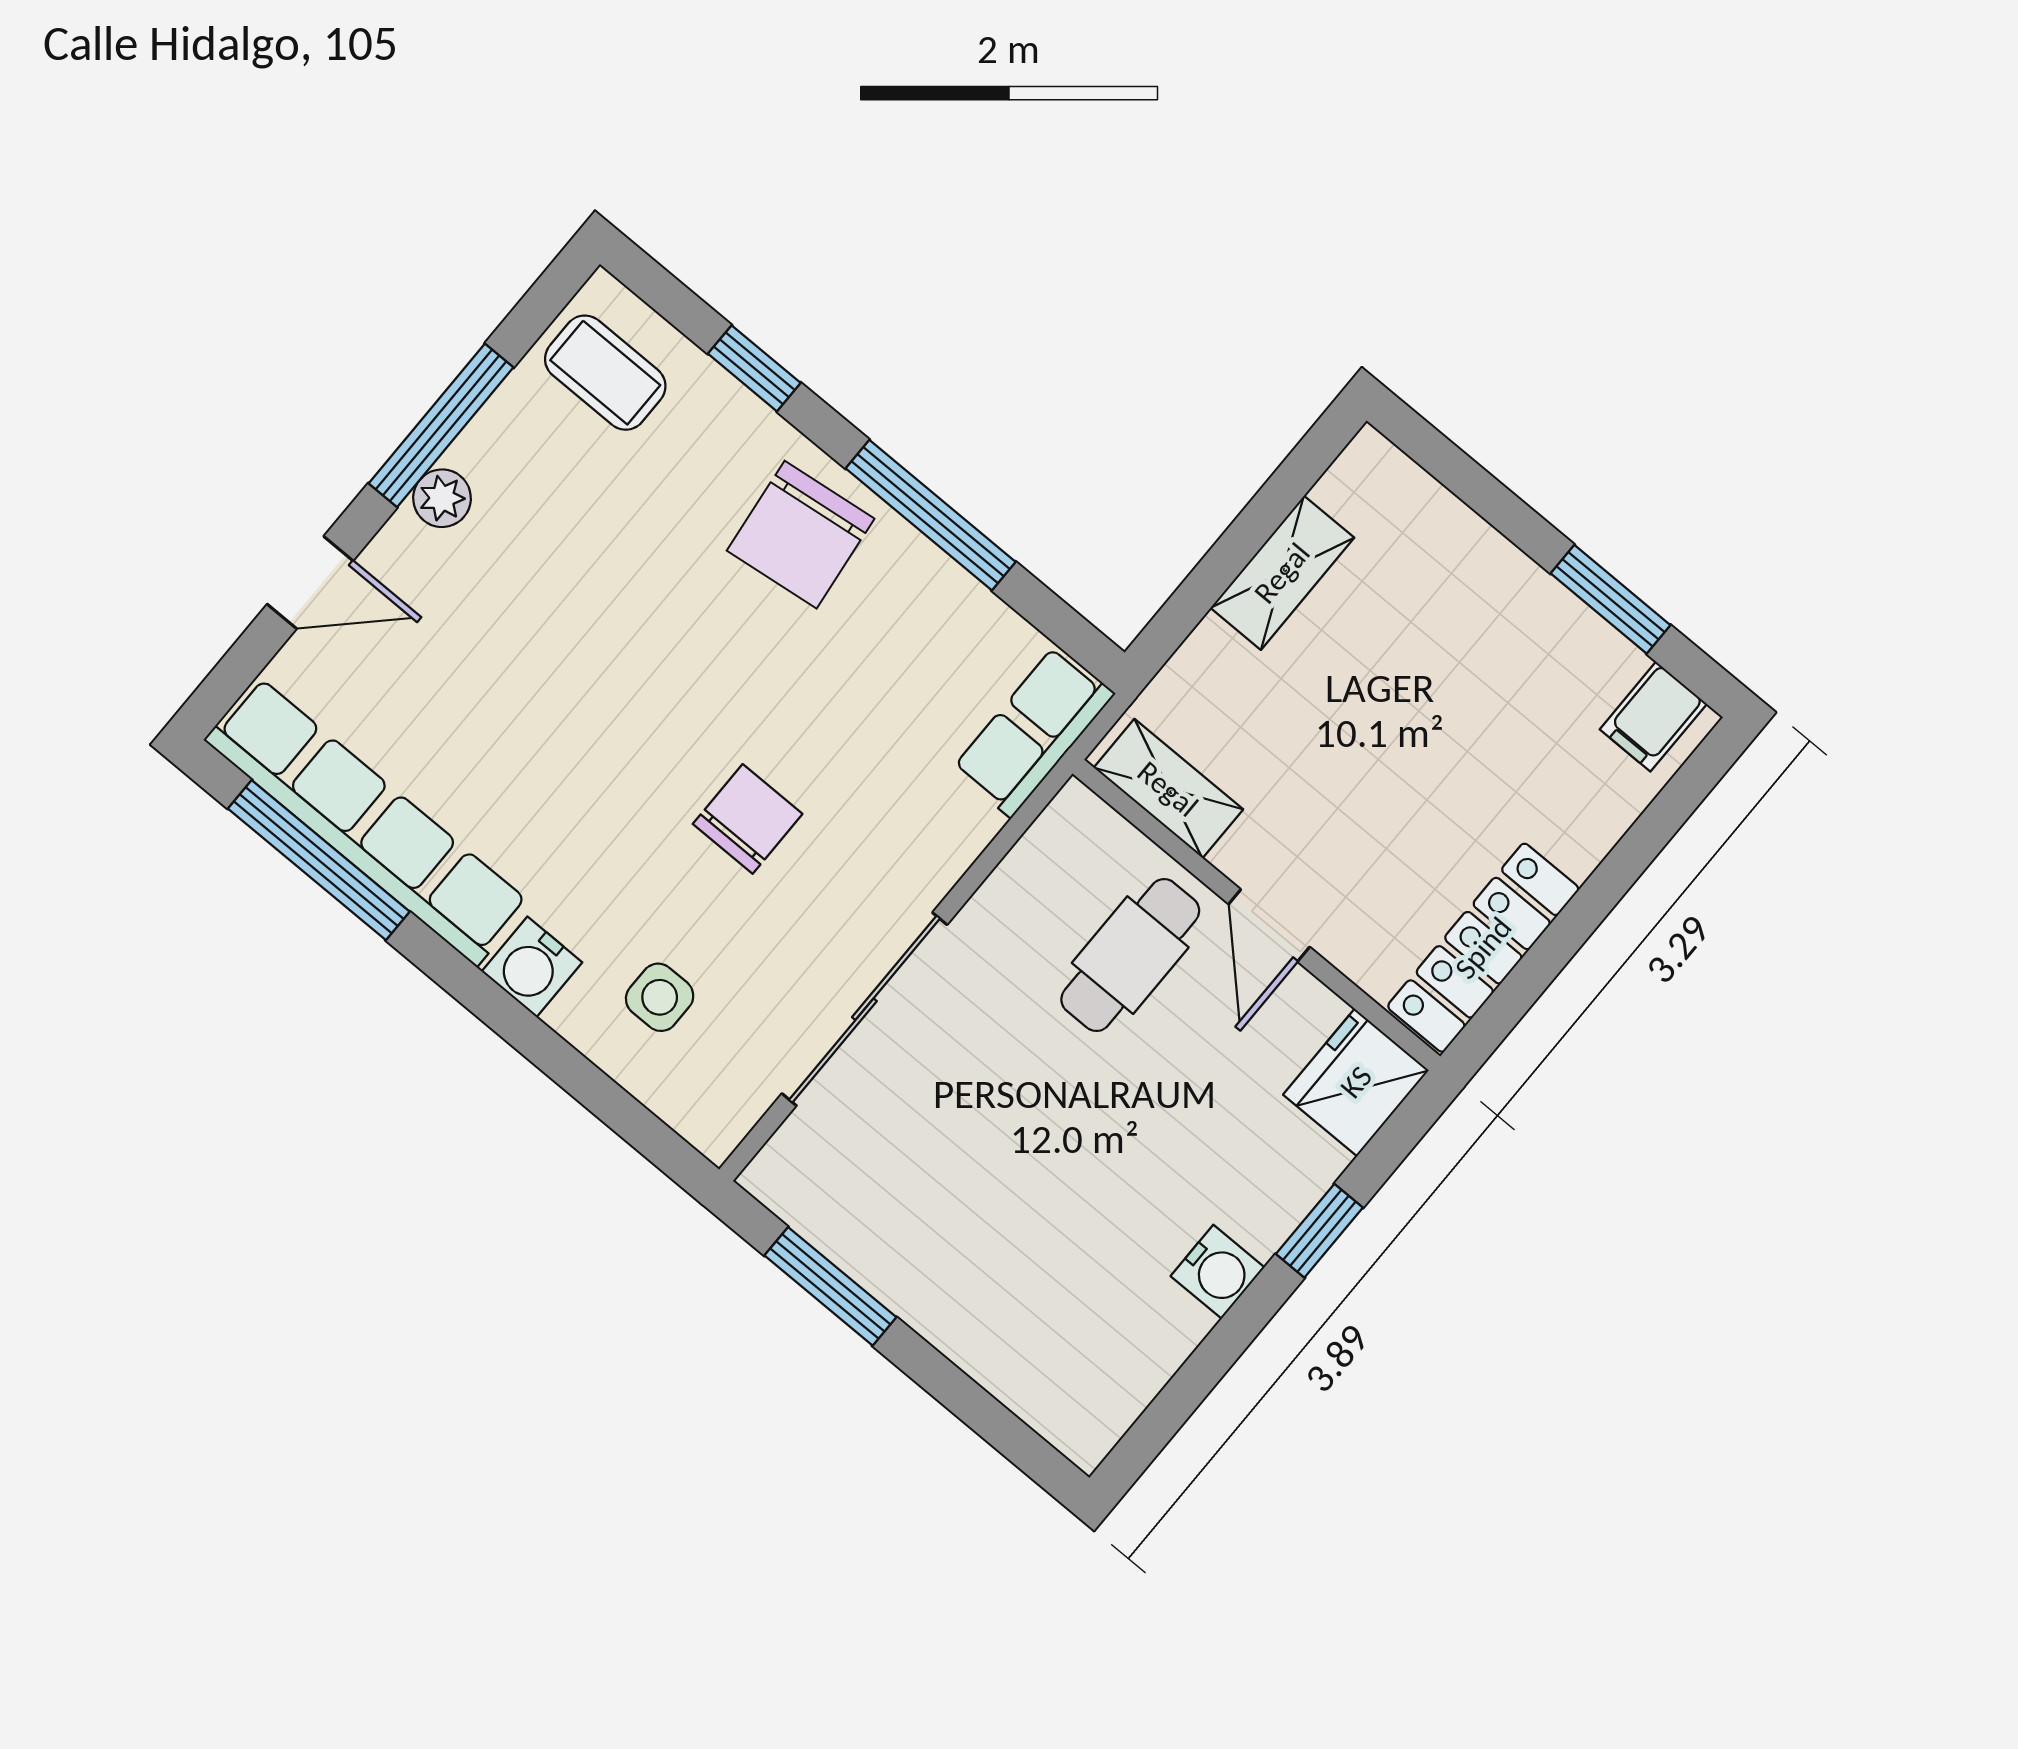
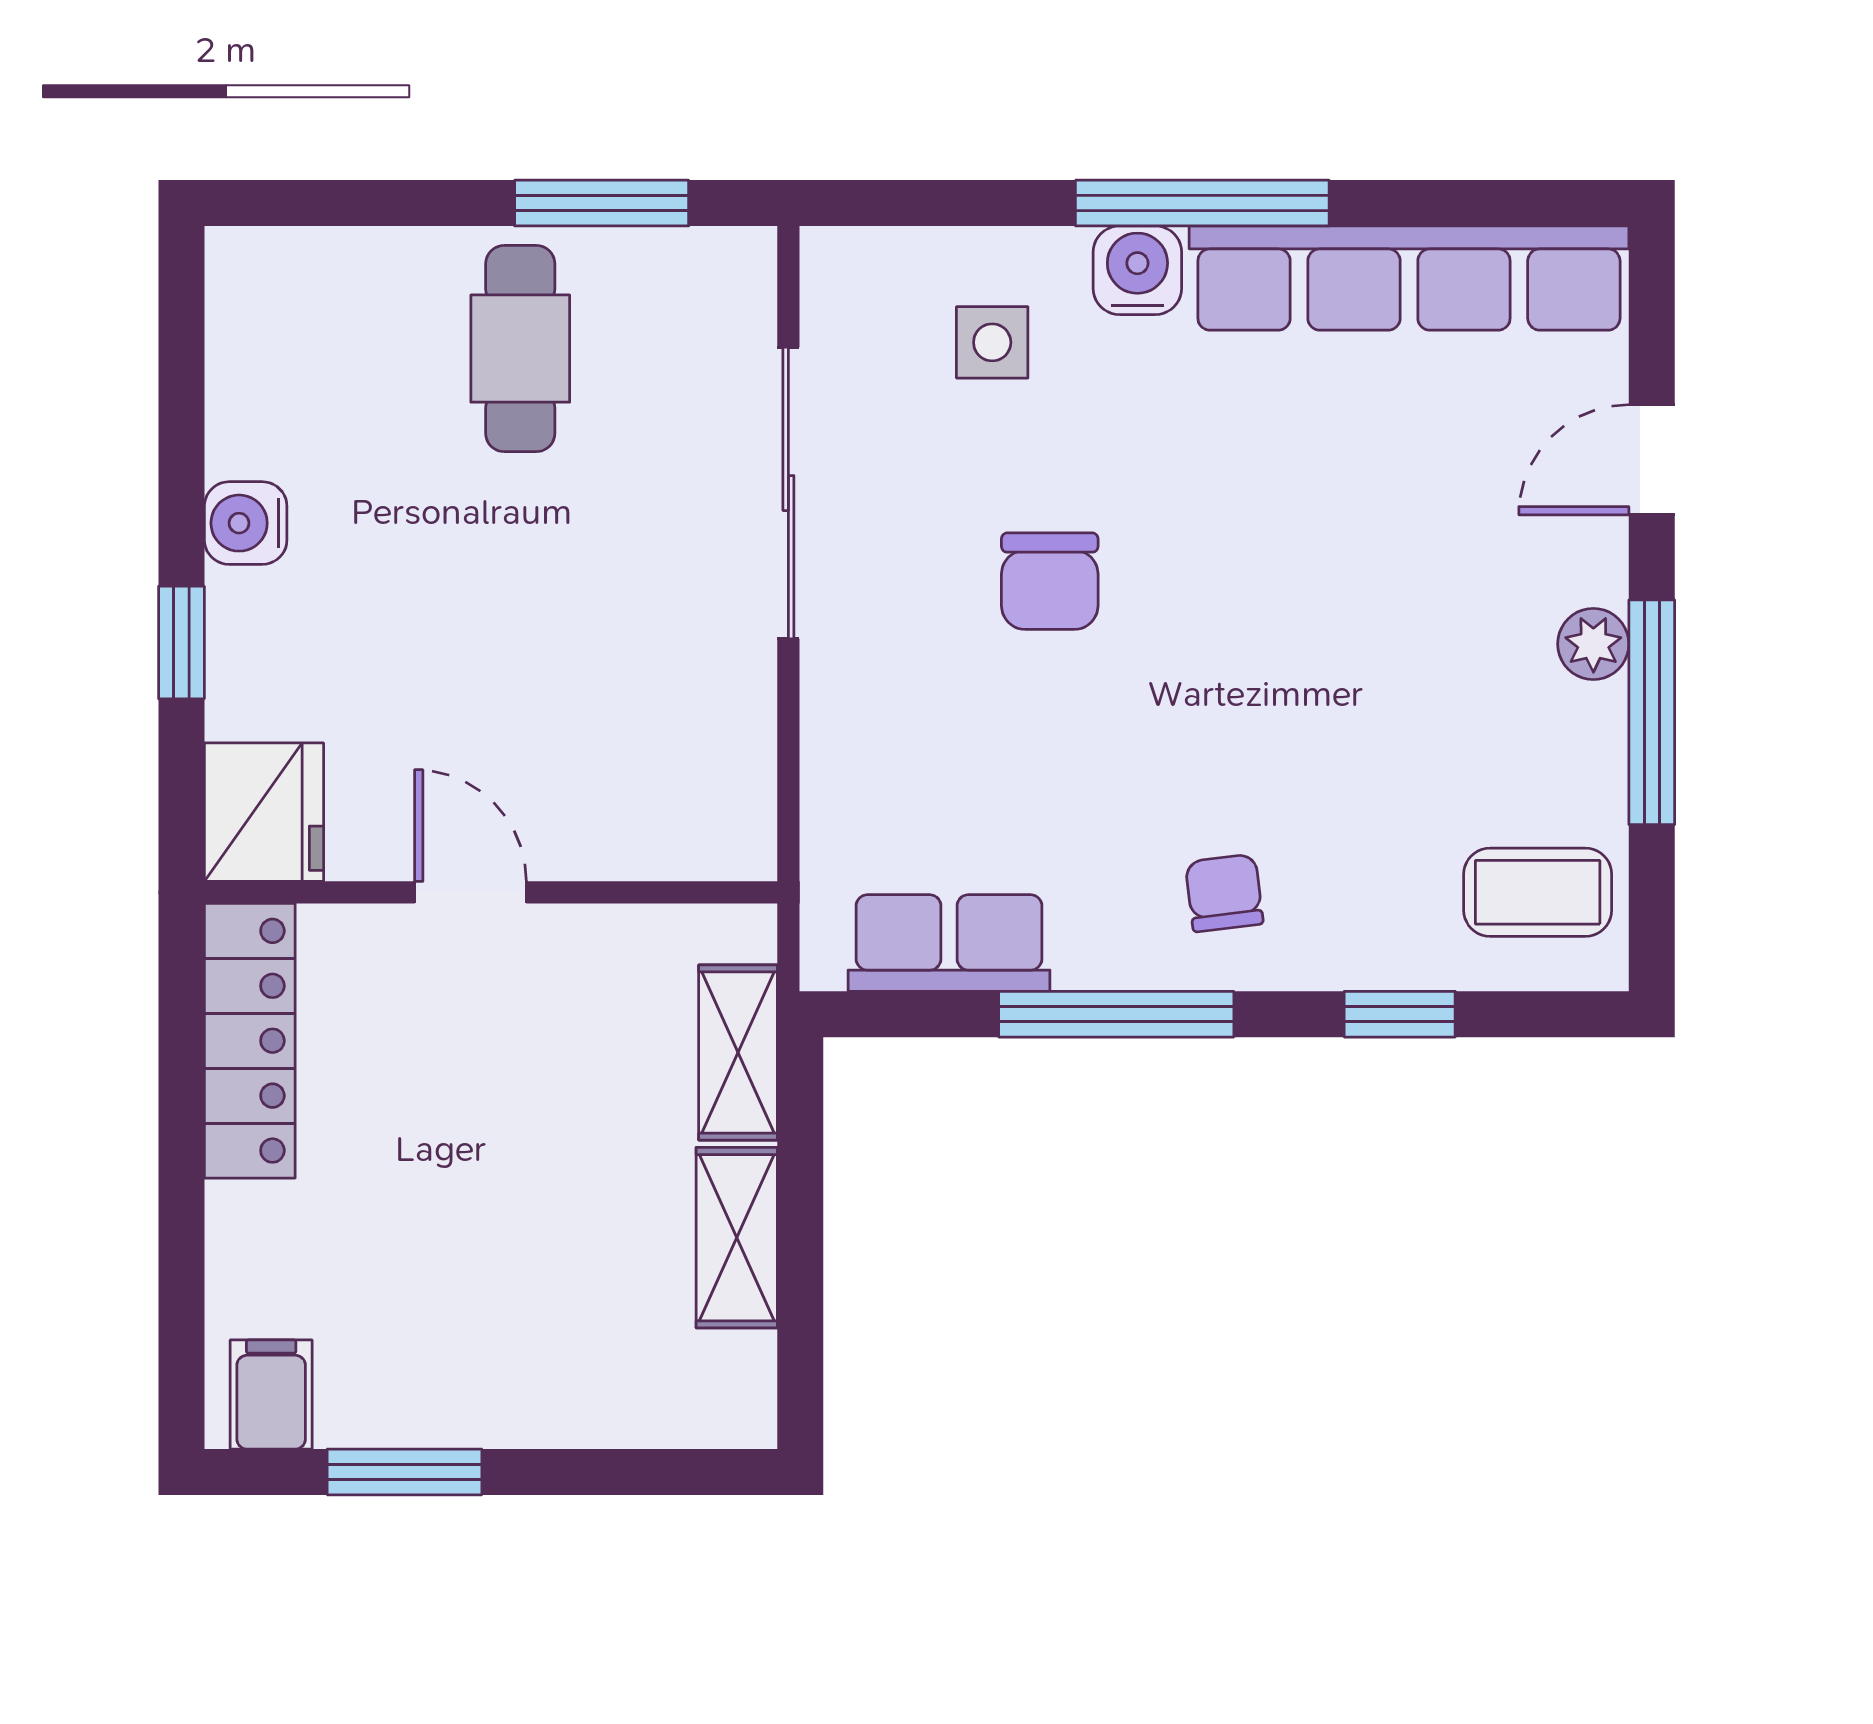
chair: (801, 535) -> (1224, 893), width x0.54, depth x0.54
row of seats: (1033, 731) -> (949, 943), moved, turned -90
shelving: (1168, 789) -> (738, 1053), moved, turned 90
window: (319, 860) -> (1202, 203), moved
cafe table: (1130, 955) -> (520, 349), moved

